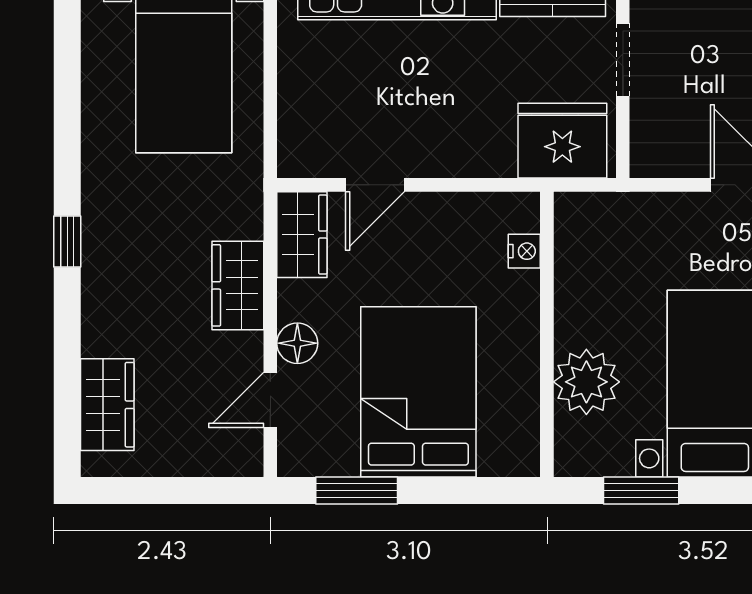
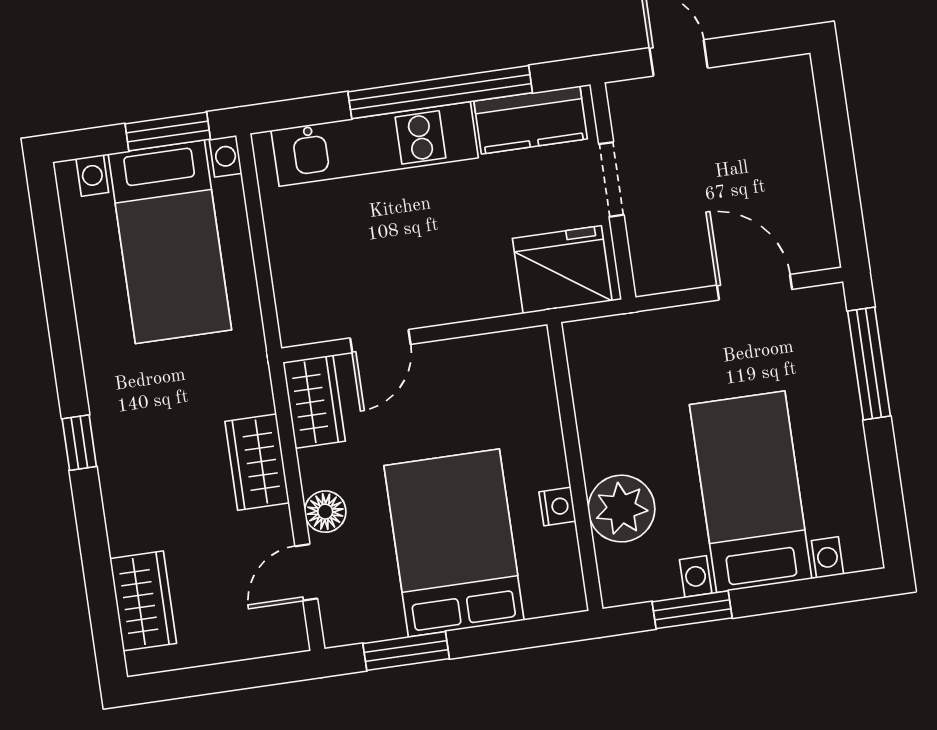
nightstand: (524, 251) -> (557, 507), moved

